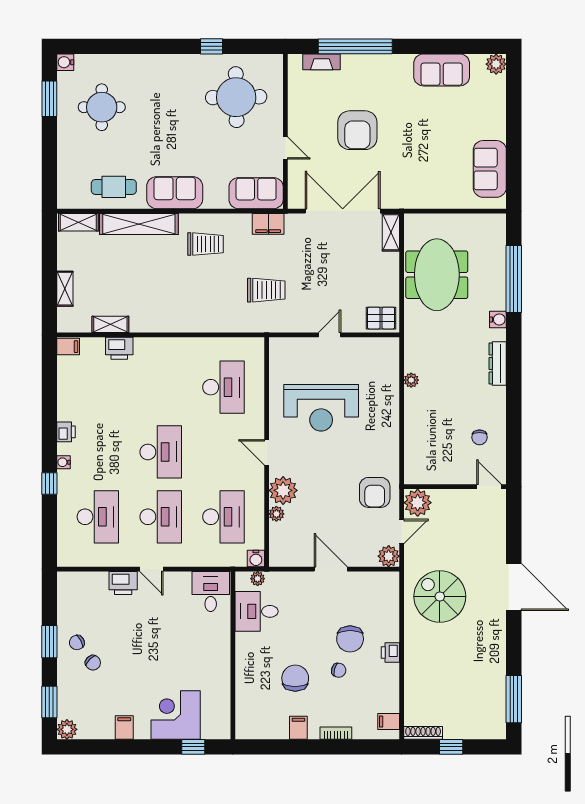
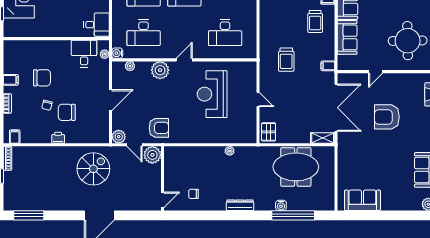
sofa: (256, 193) -> (347, 37), moved
filing cabinet: (268, 224) -> (328, 66), width x0.50
water cooler: (498, 319) -> (281, 205), moved
armchair: (375, 492) -> (159, 128), turned 180
plant: (276, 514) -> (130, 66), moved

